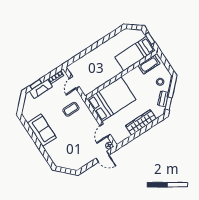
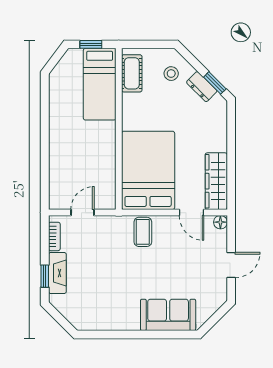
door: (74, 83) -> (83, 213), swing flipped
coffee table: (71, 109) -> (143, 232), moved
wardrobe: (141, 122) -> (216, 181), moved
sofa: (42, 130) -> (168, 315), moved
door: (103, 157) -> (231, 265), moved

